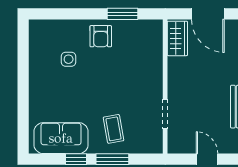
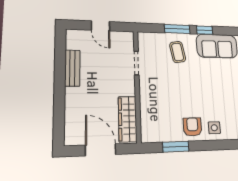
wardrobe: (177, 38) -> (128, 119), width x1.50
side table: (69, 59) -> (214, 128), moved

